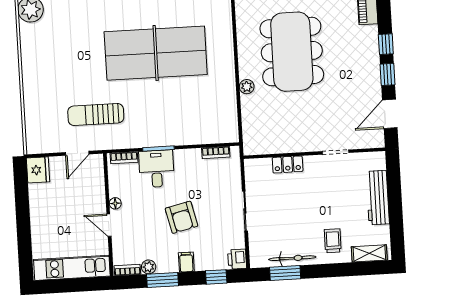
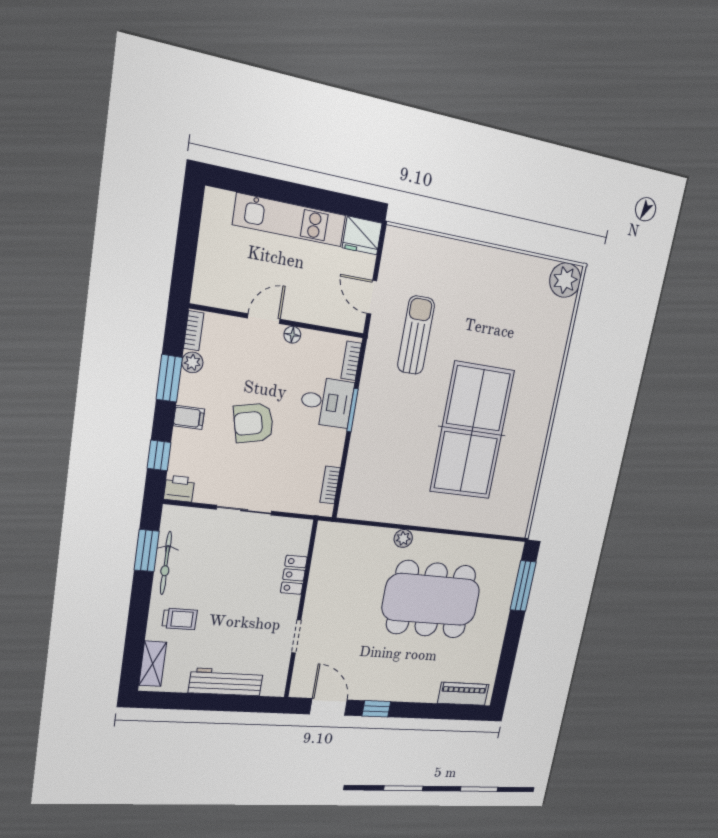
window: (386, 44) -> (412, 710), removed
kitchen unit: (72, 268) -> (290, 220), moved, turned 90

